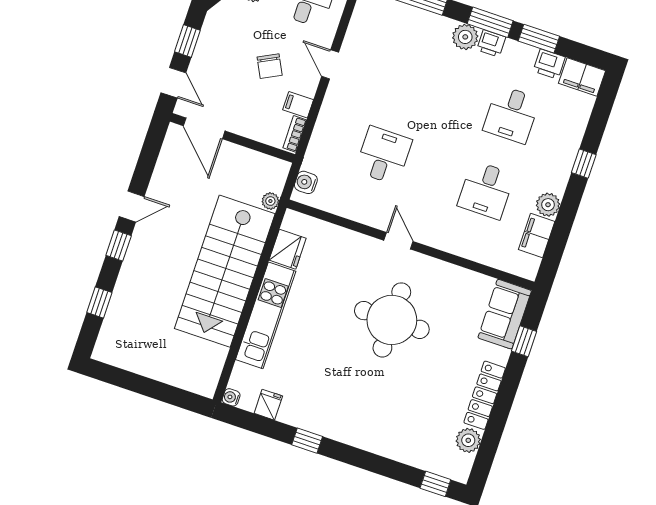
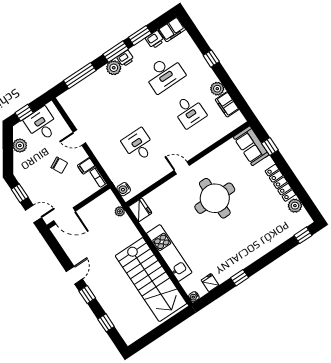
desk: (511, 114) -> (164, 74), width x1.37
fridge: (288, 249) -> (140, 210), moved
stairs: (225, 271) -> (151, 280), moved

